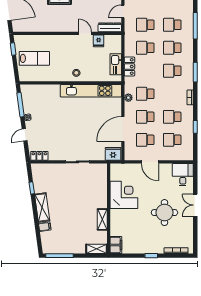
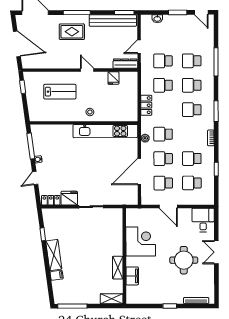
door: (85, 33) -> (87, 70), moved
lab bench: (34, 58) -> (60, 92), moved
kitchen sink: (116, 64) -> (132, 103), removed
fridge: (113, 154) -> (69, 198), moved
filing cabinet: (116, 245) -> (132, 276), moved

